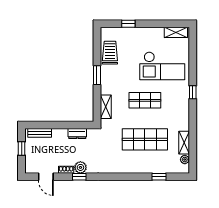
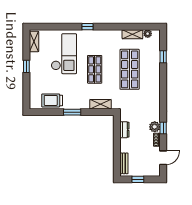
window: (128, 24) -> (26, 66), moved

